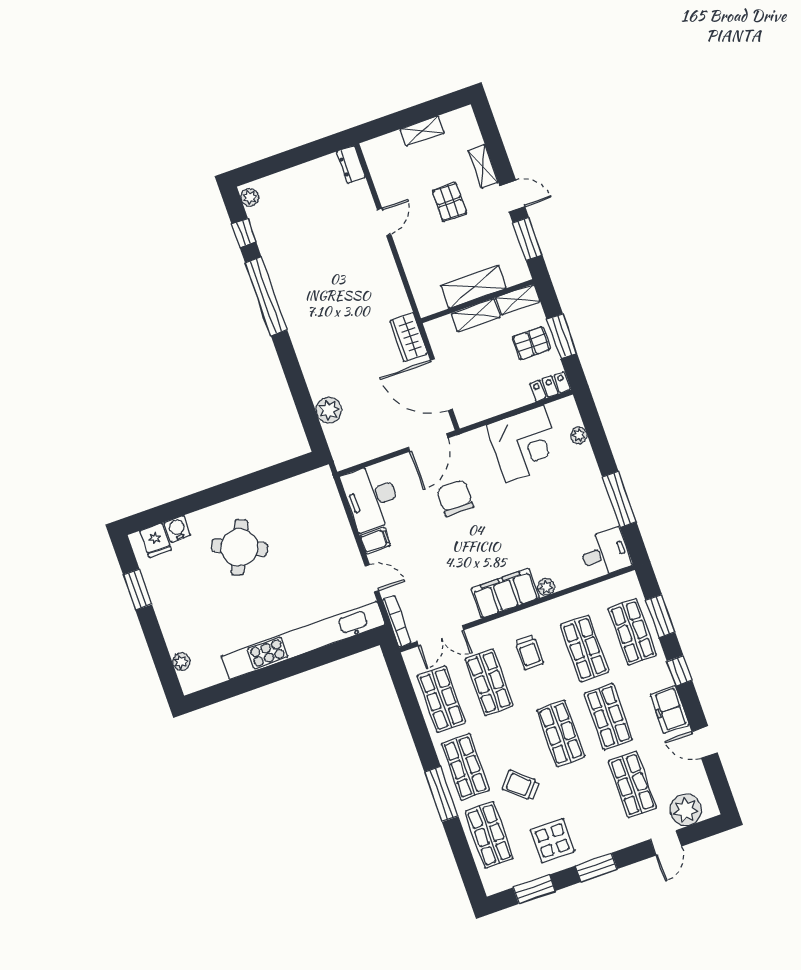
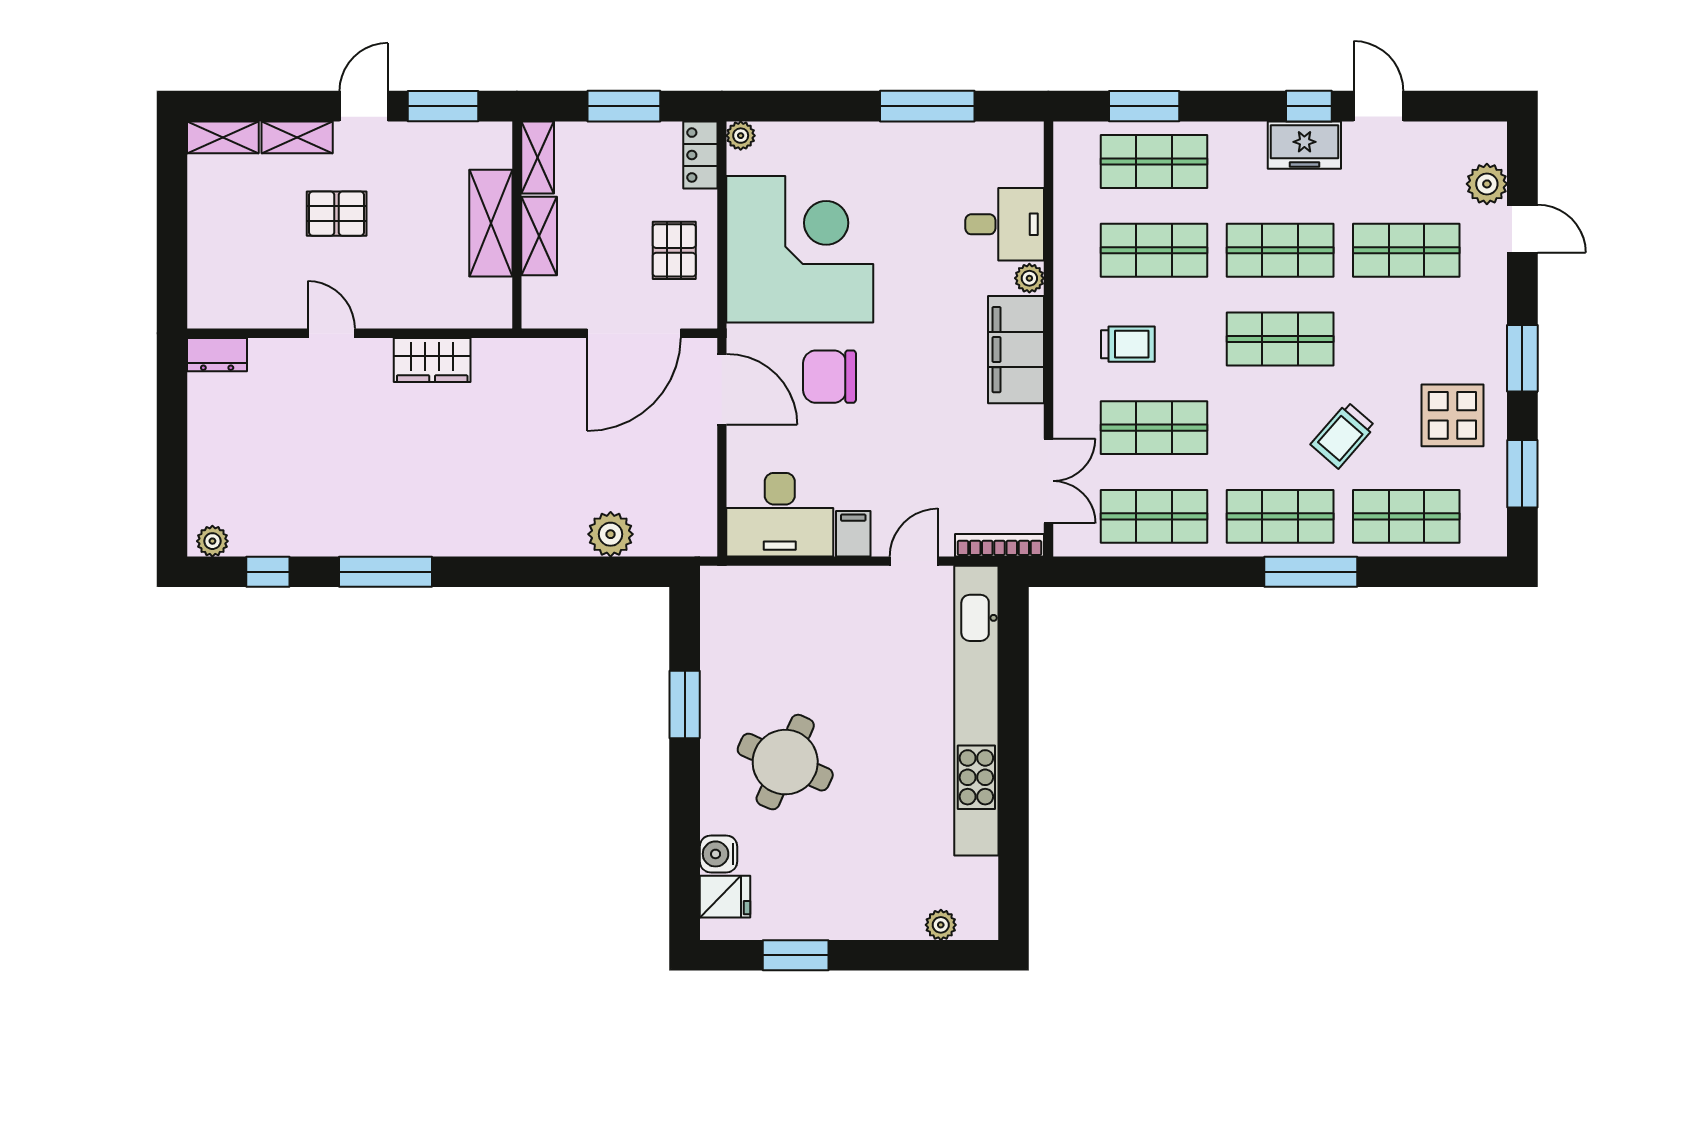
shelving: (422, 131) -> (223, 137), moved, turned 90
window: (266, 296) -> (386, 572), width x0.68
wardrobe: (409, 337) -> (432, 360), moved
pallet: (531, 343) -> (674, 250), moved
plant: (579, 435) -> (741, 136), moved
corner desk: (525, 444) -> (800, 249), width x1.36, depth x1.36
window: (251, 482) -> (685, 704), added
desk: (605, 553) -> (1005, 224), moved, turned 90
window: (679, 671) -> (1309, 106), moved
door: (705, 742) -> (1378, 106), swing flipped
plant: (686, 810) -> (1487, 184), width x0.73, depth x0.73

